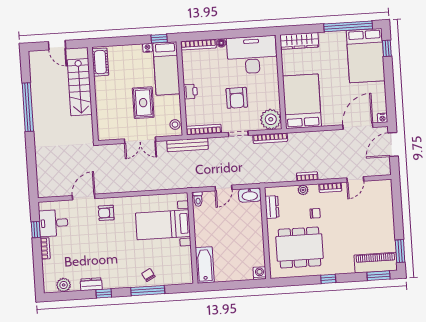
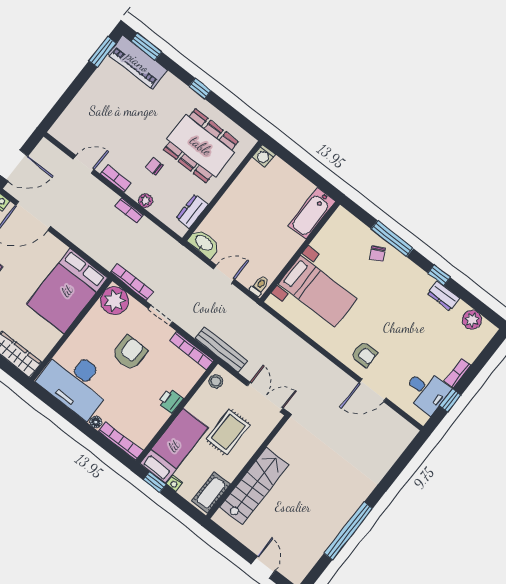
cot: (100, 62) -> (211, 493), moved
stairs: (80, 87) -> (254, 486), moved
wall: (93, 94) -> (247, 467), moved

